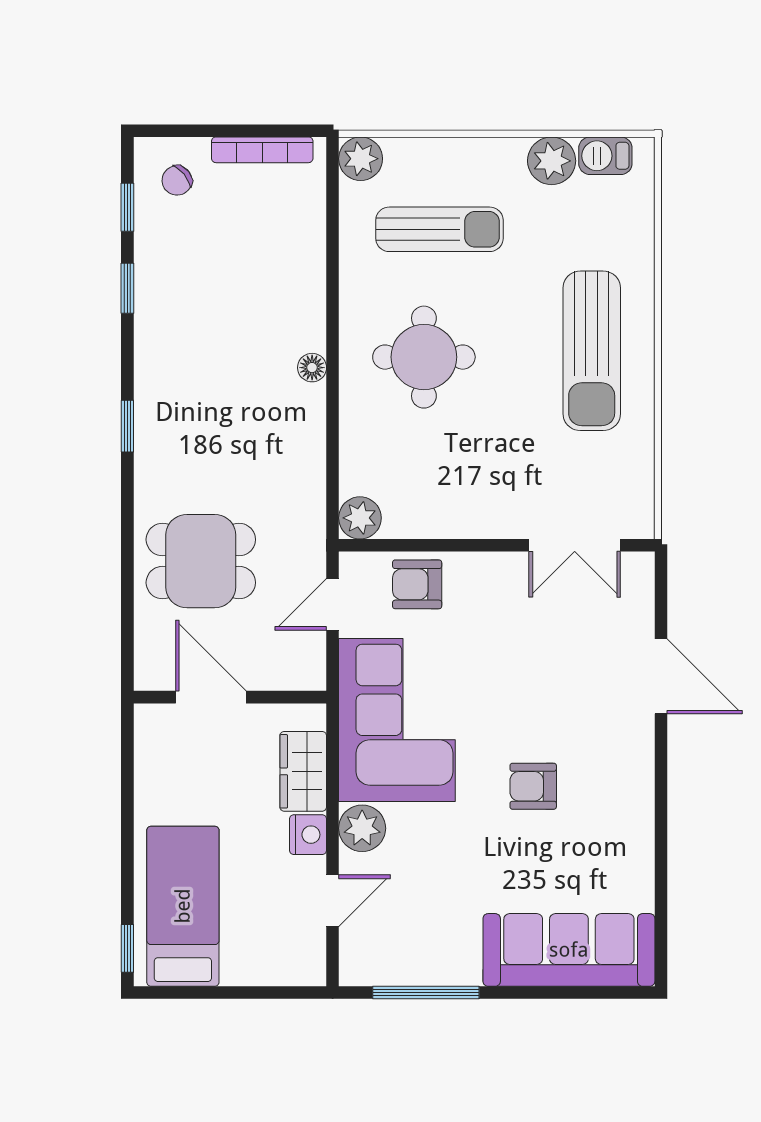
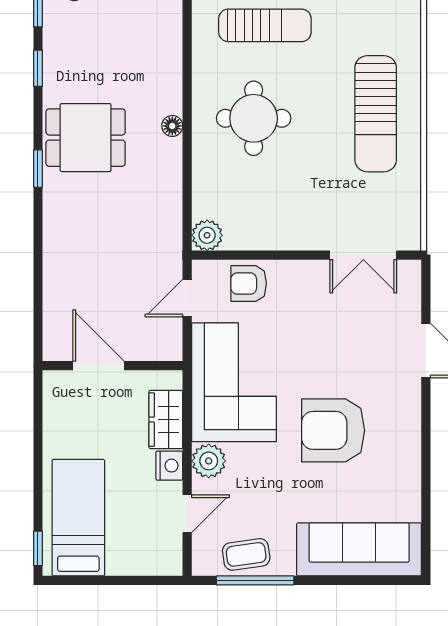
dining table: (201, 561) -> (86, 138), moved
armchair: (533, 786) -> (333, 430), width x1.88, depth x1.88
coffee table: (414, 957) -> (246, 554), added

